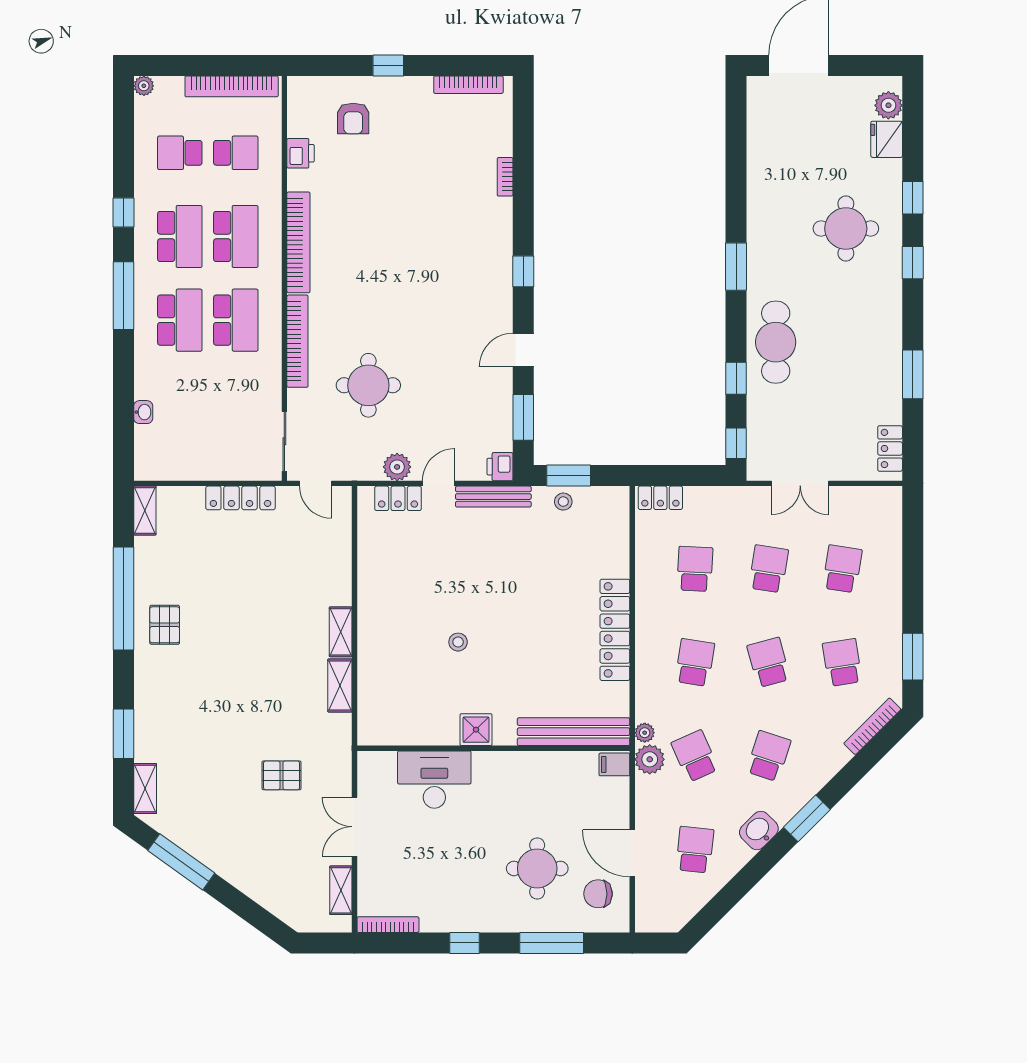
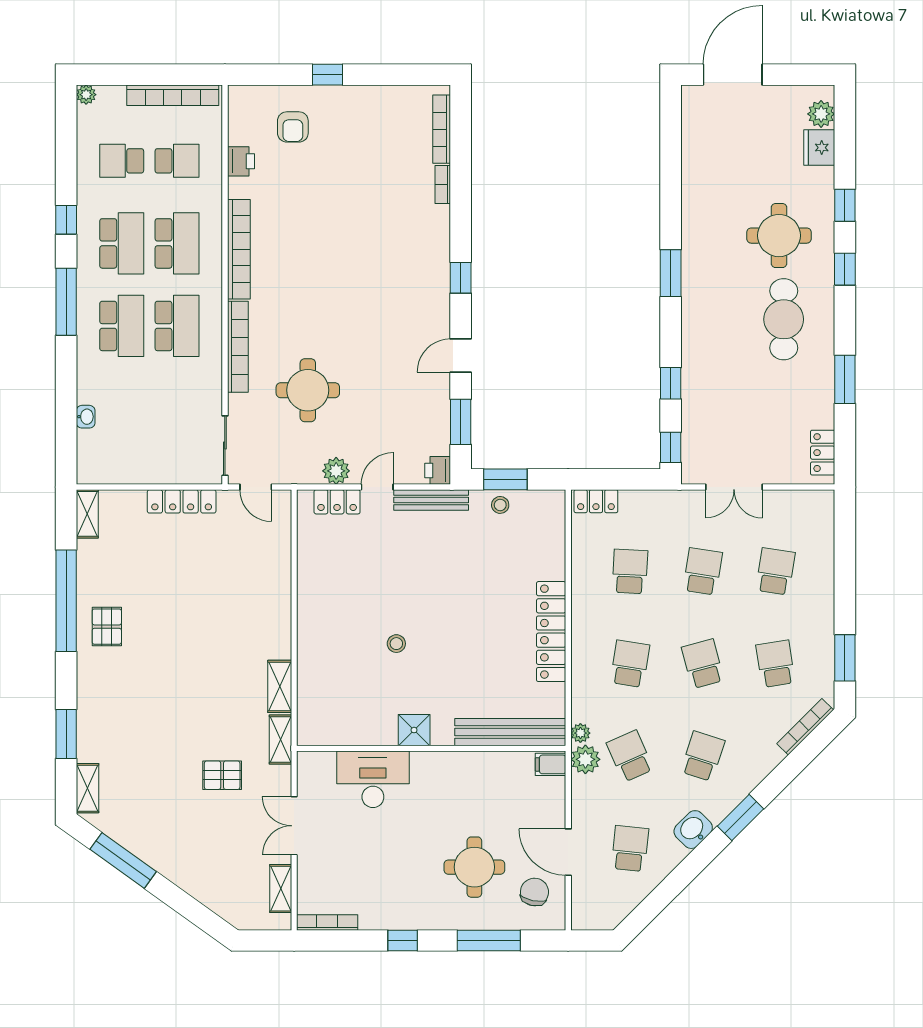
bookcase: (468, 85) -> (442, 129), moved, turned 90
cafe table: (776, 342) -> (784, 319), moved
shelving: (341, 632) -> (280, 739), moved
chair: (598, 894) -> (534, 892), turned 102

